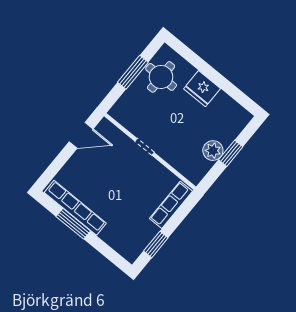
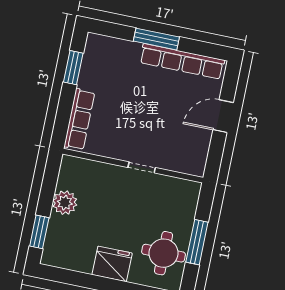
door: (81, 135) -> (223, 116), moved
window: (231, 153) -> (39, 232), moved
window: (73, 224) -> (156, 39), moved

